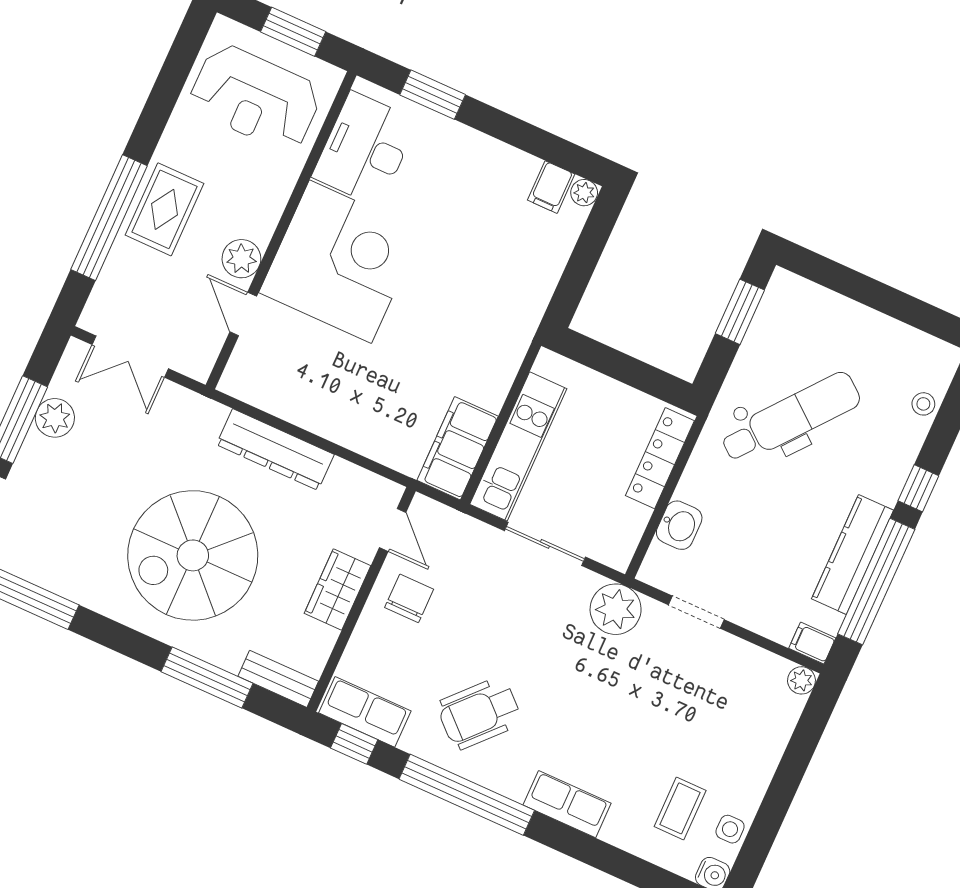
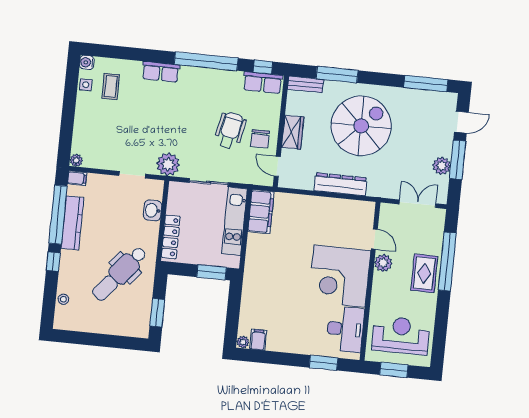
window: (601, 358) -> (212, 272), added
wheelchair: (479, 713) -> (230, 130), moved, turned -31

